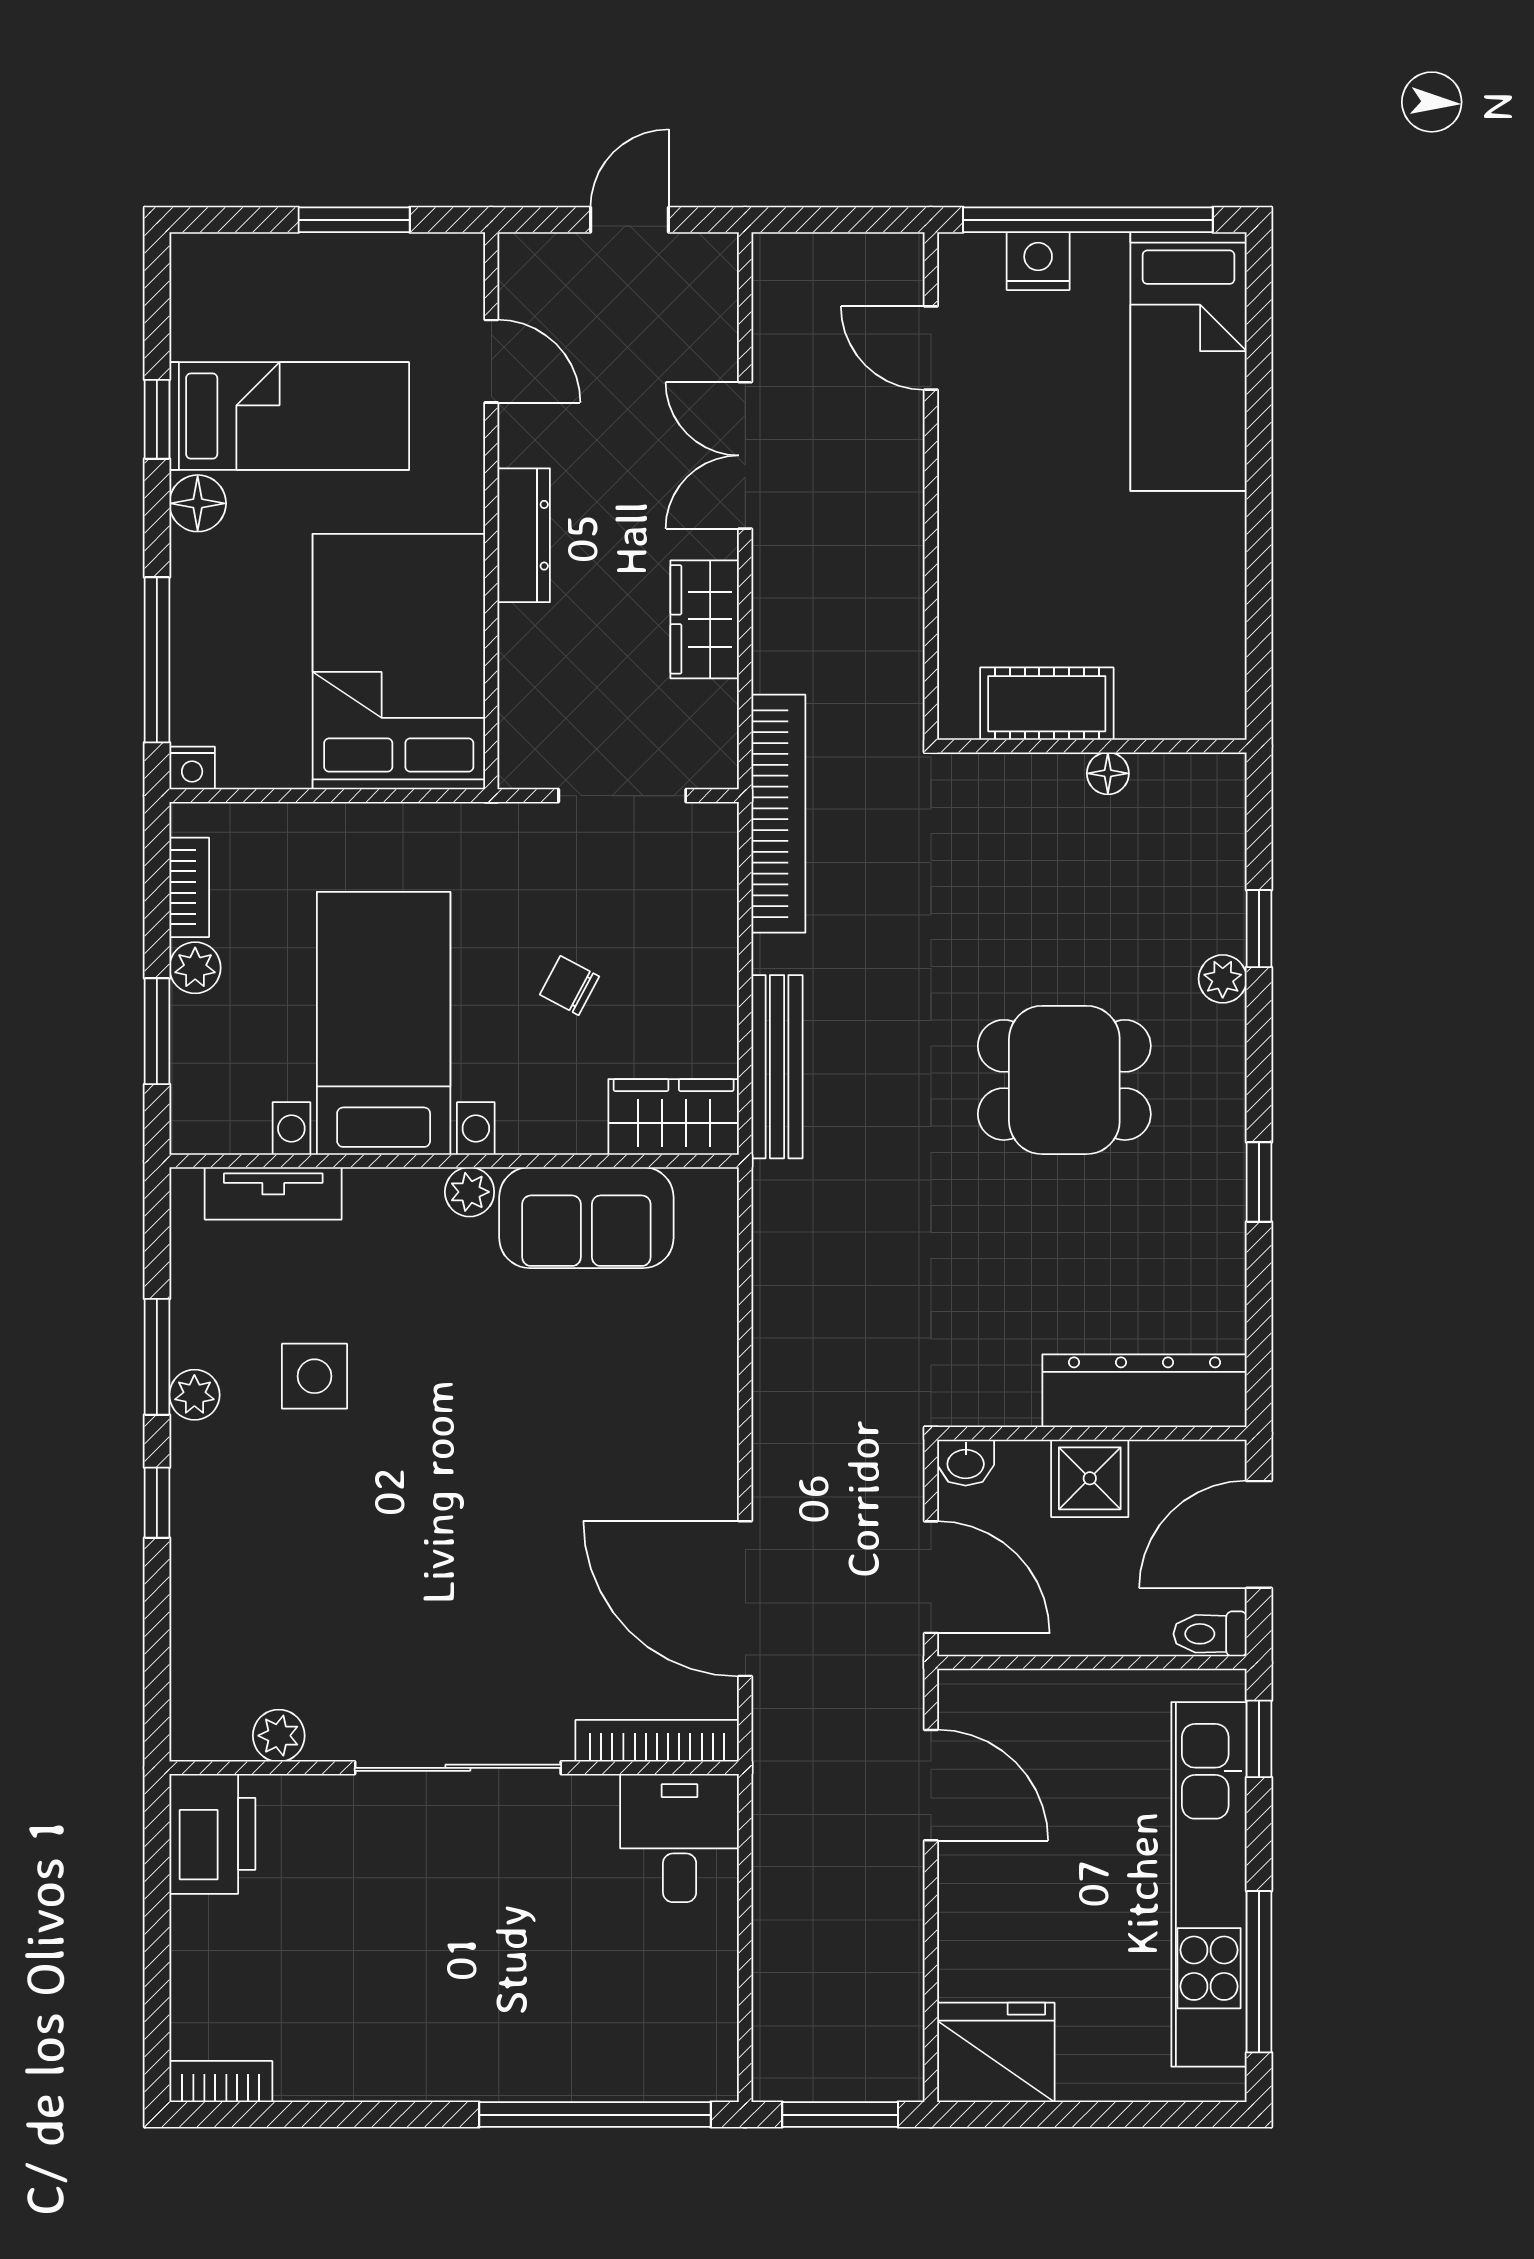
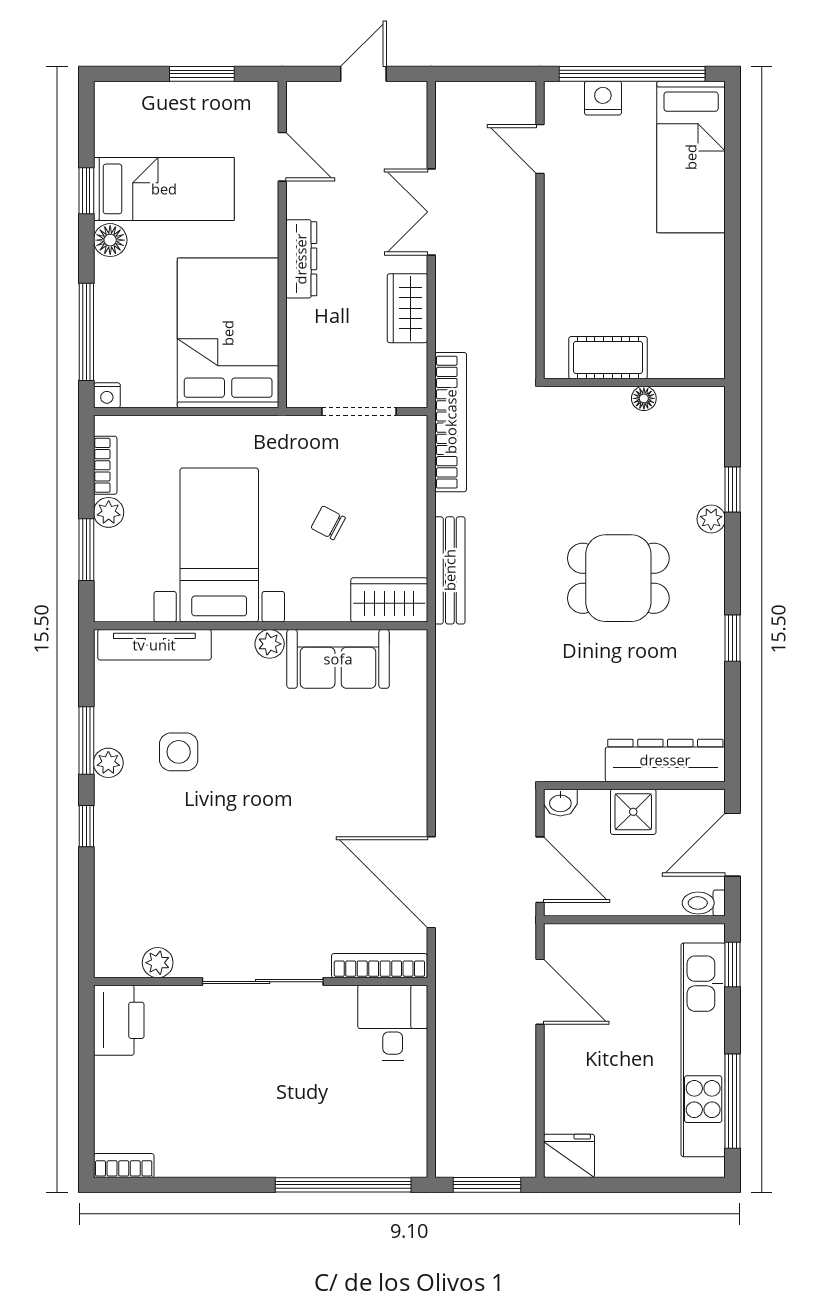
tv unit: (273, 1193) -> (154, 645), width x1.41
fridge: (996, 2052) -> (569, 1156), width x0.73, depth x0.75

